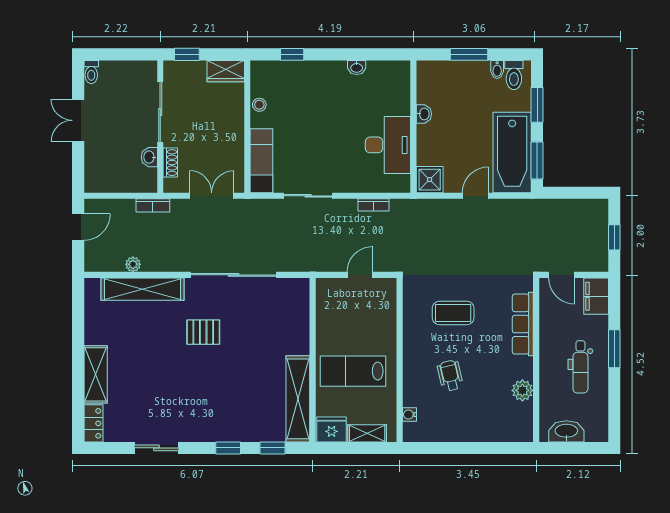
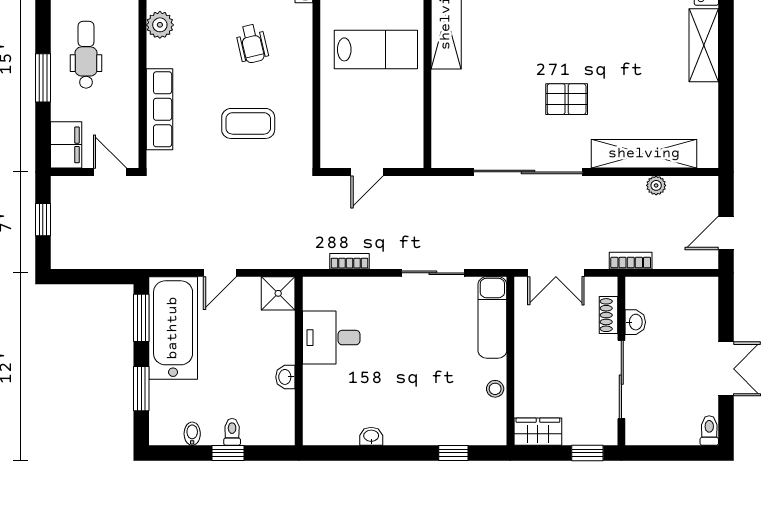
window: (469, 54) -> (228, 453), width x0.67
toilet: (514, 75) -> (232, 432), moved, width x0.73, depth x0.72
desk: (388, 145) -> (331, 338), width x0.73

